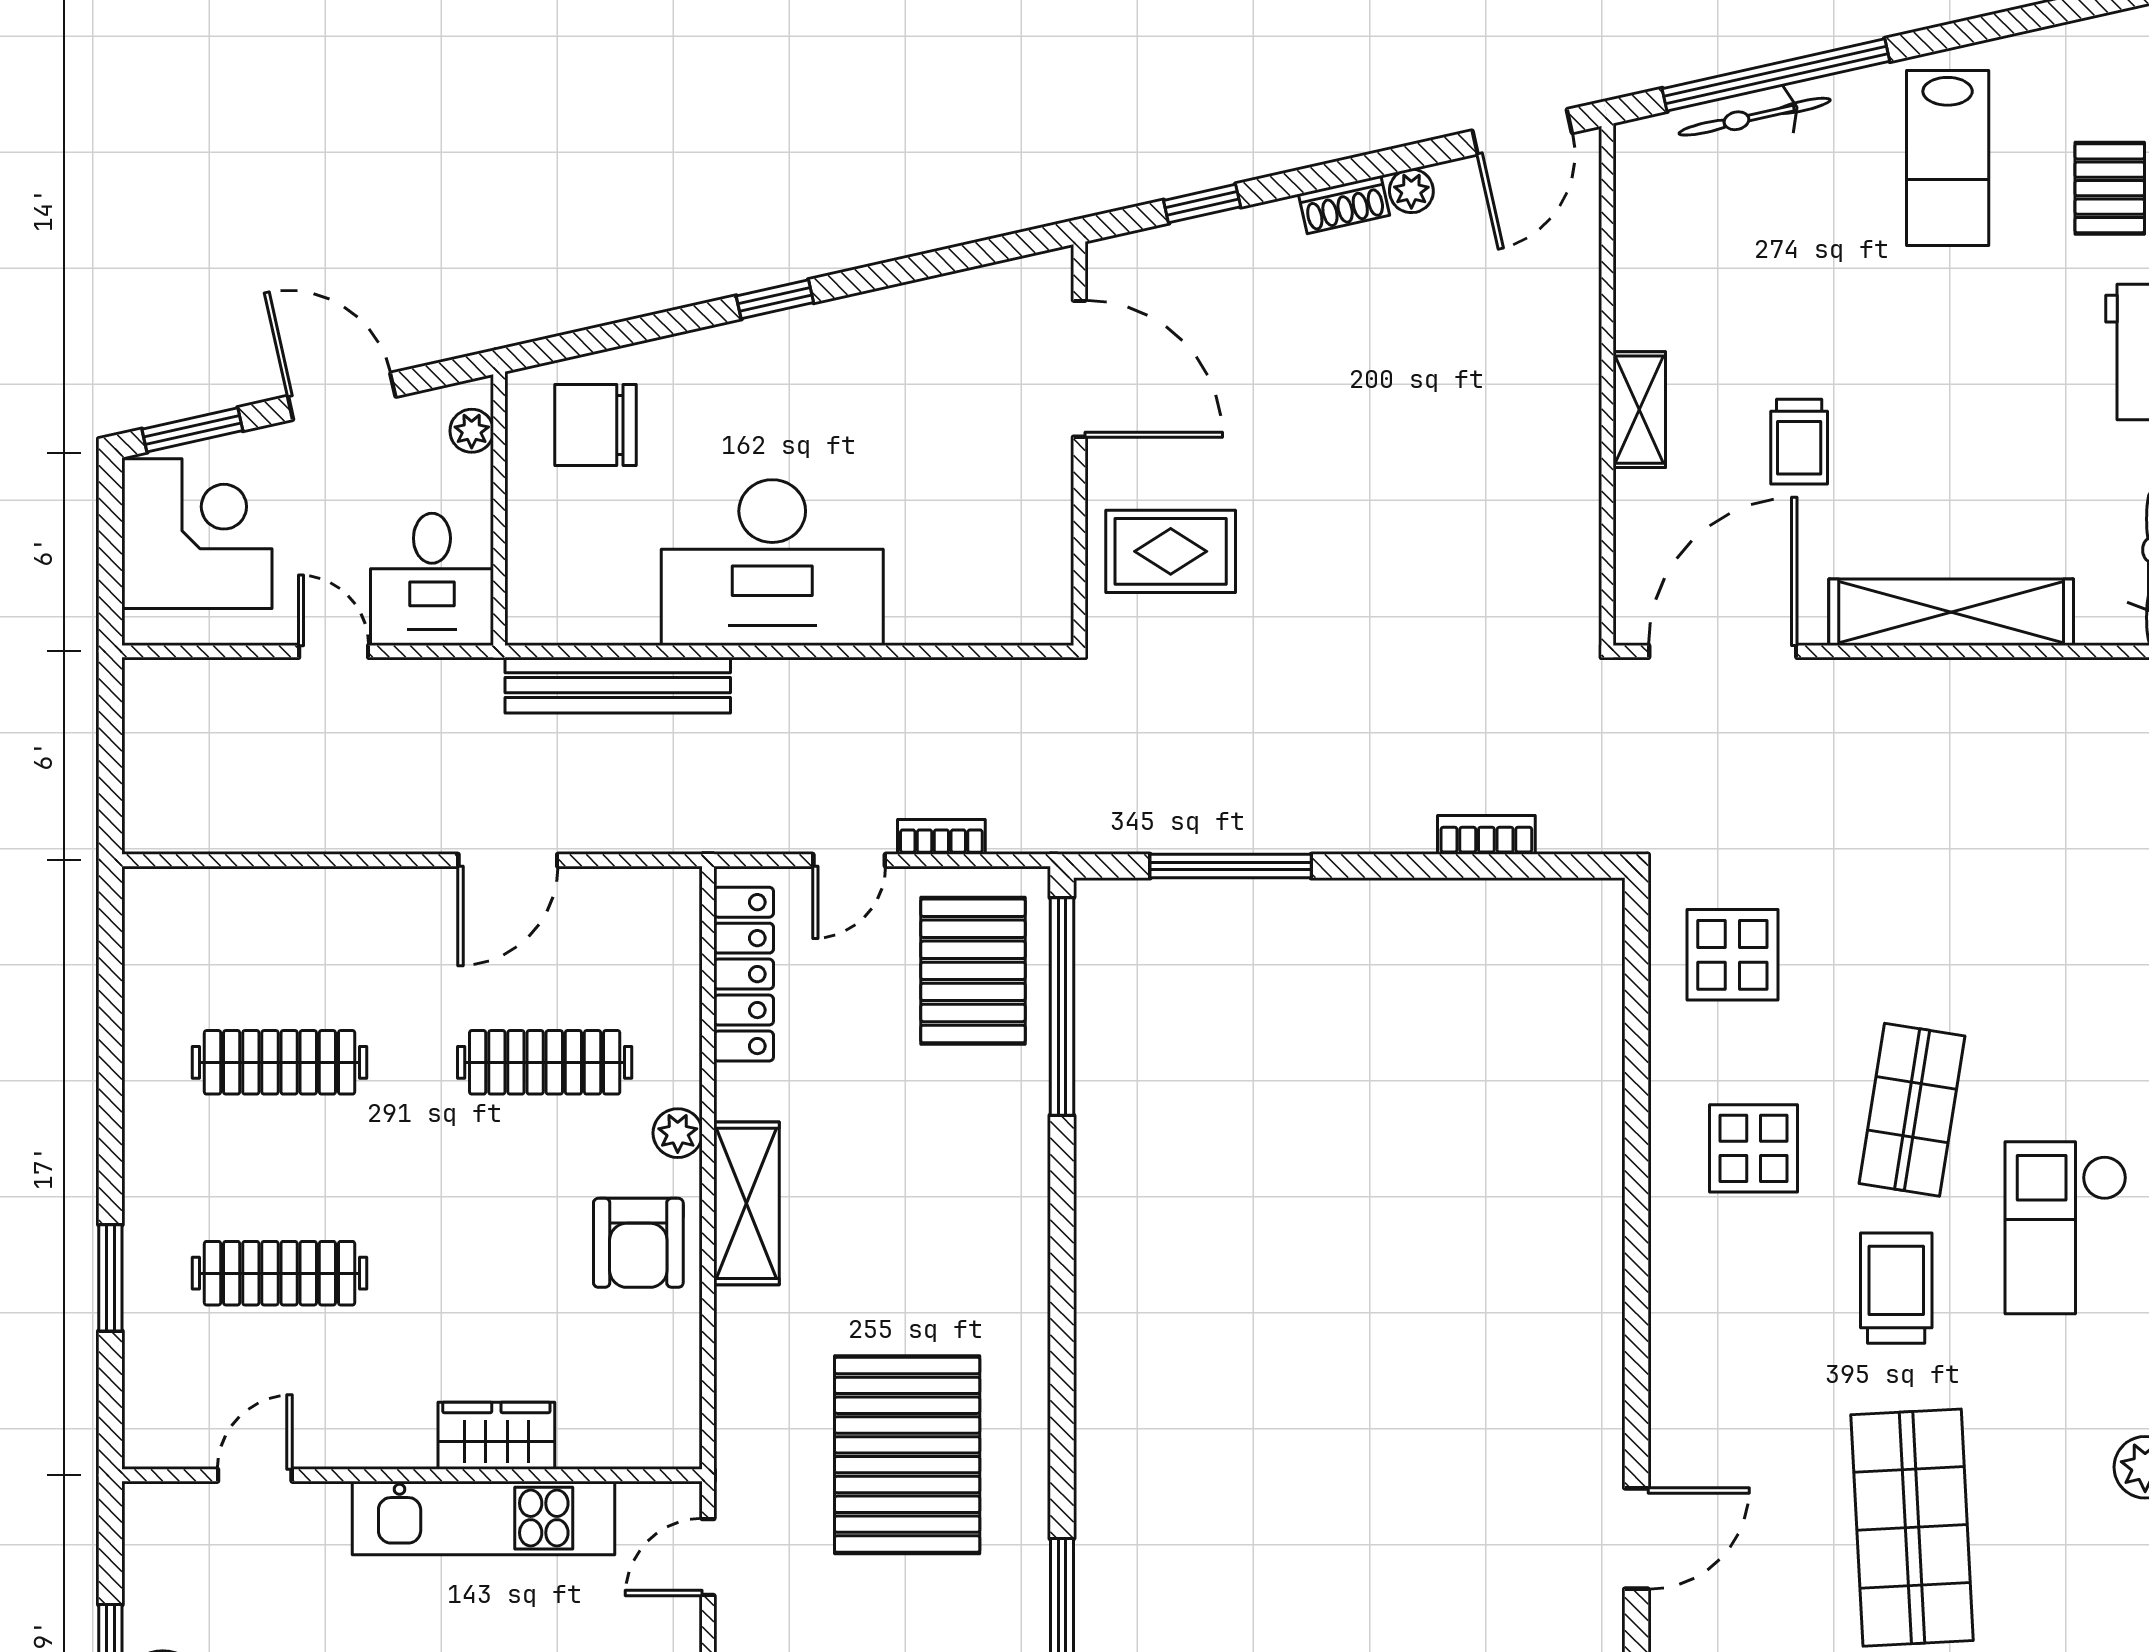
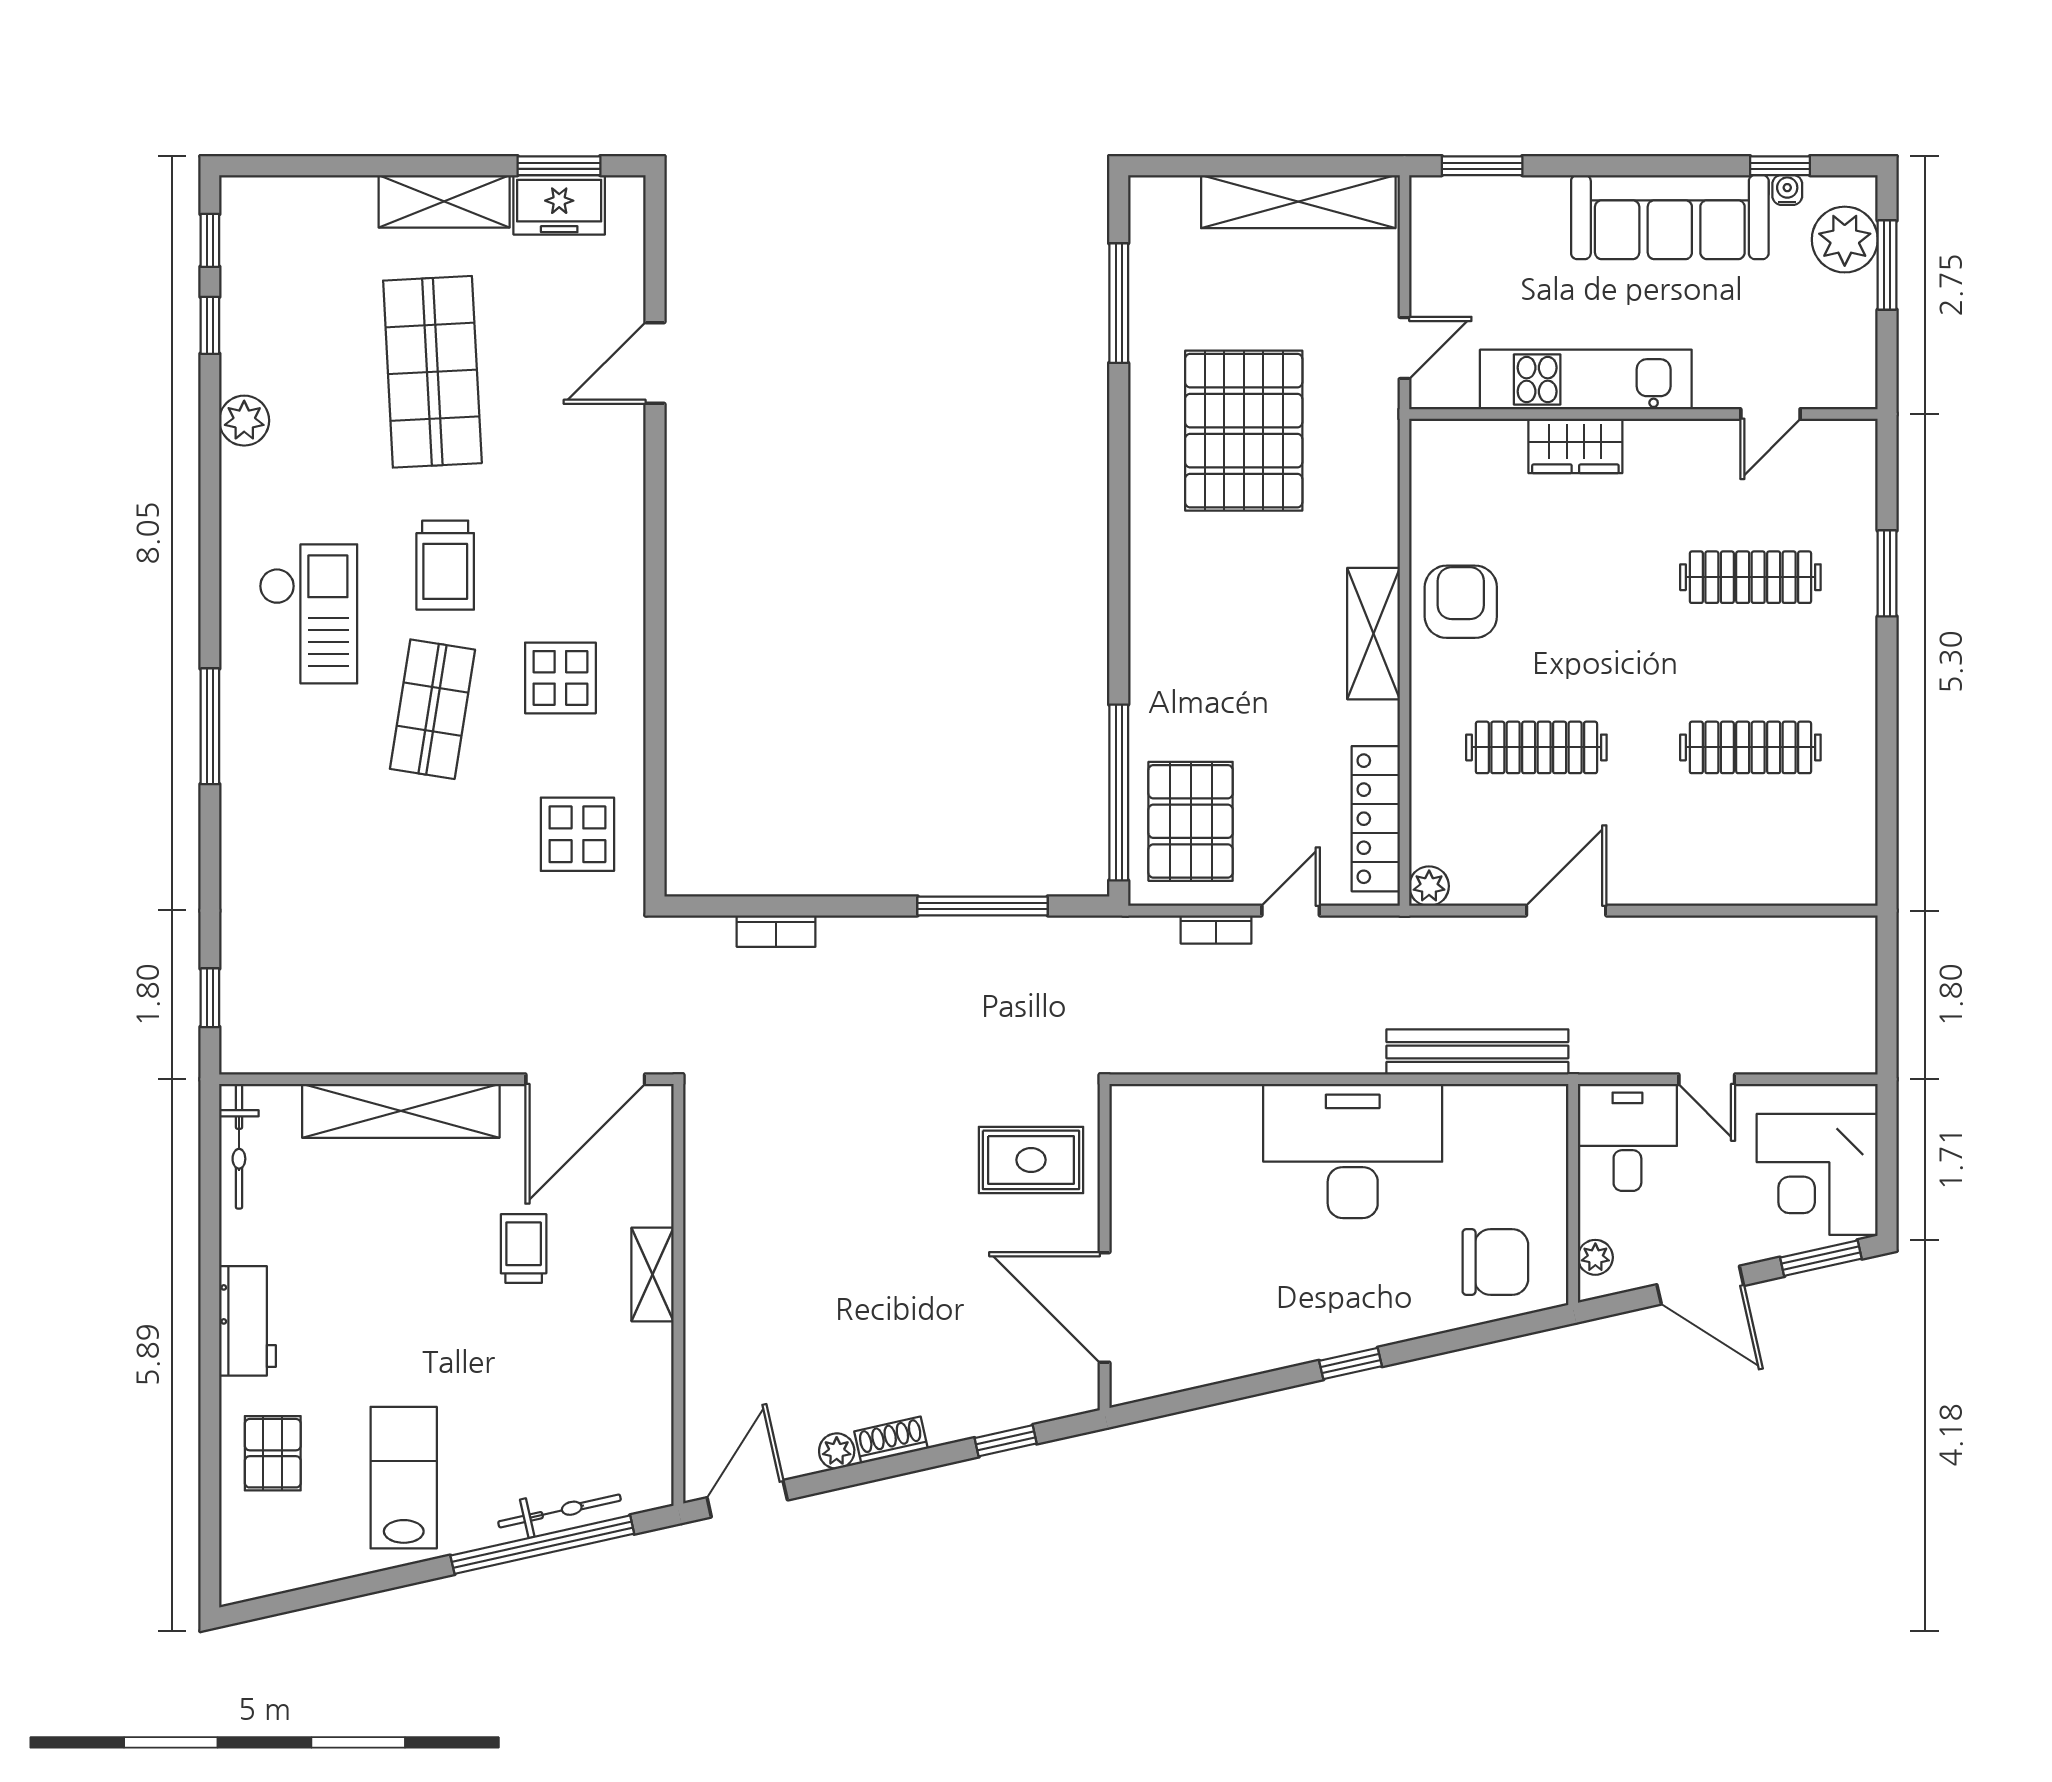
plant: (678, 1133) -> (1429, 886), moved

